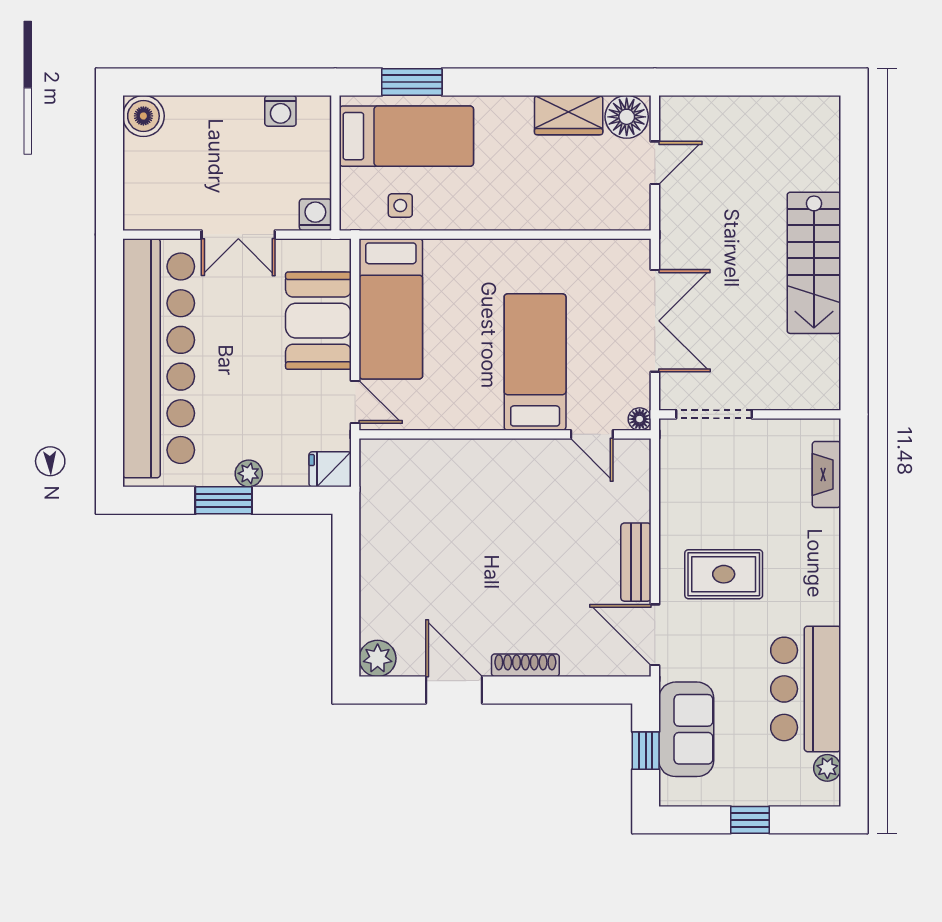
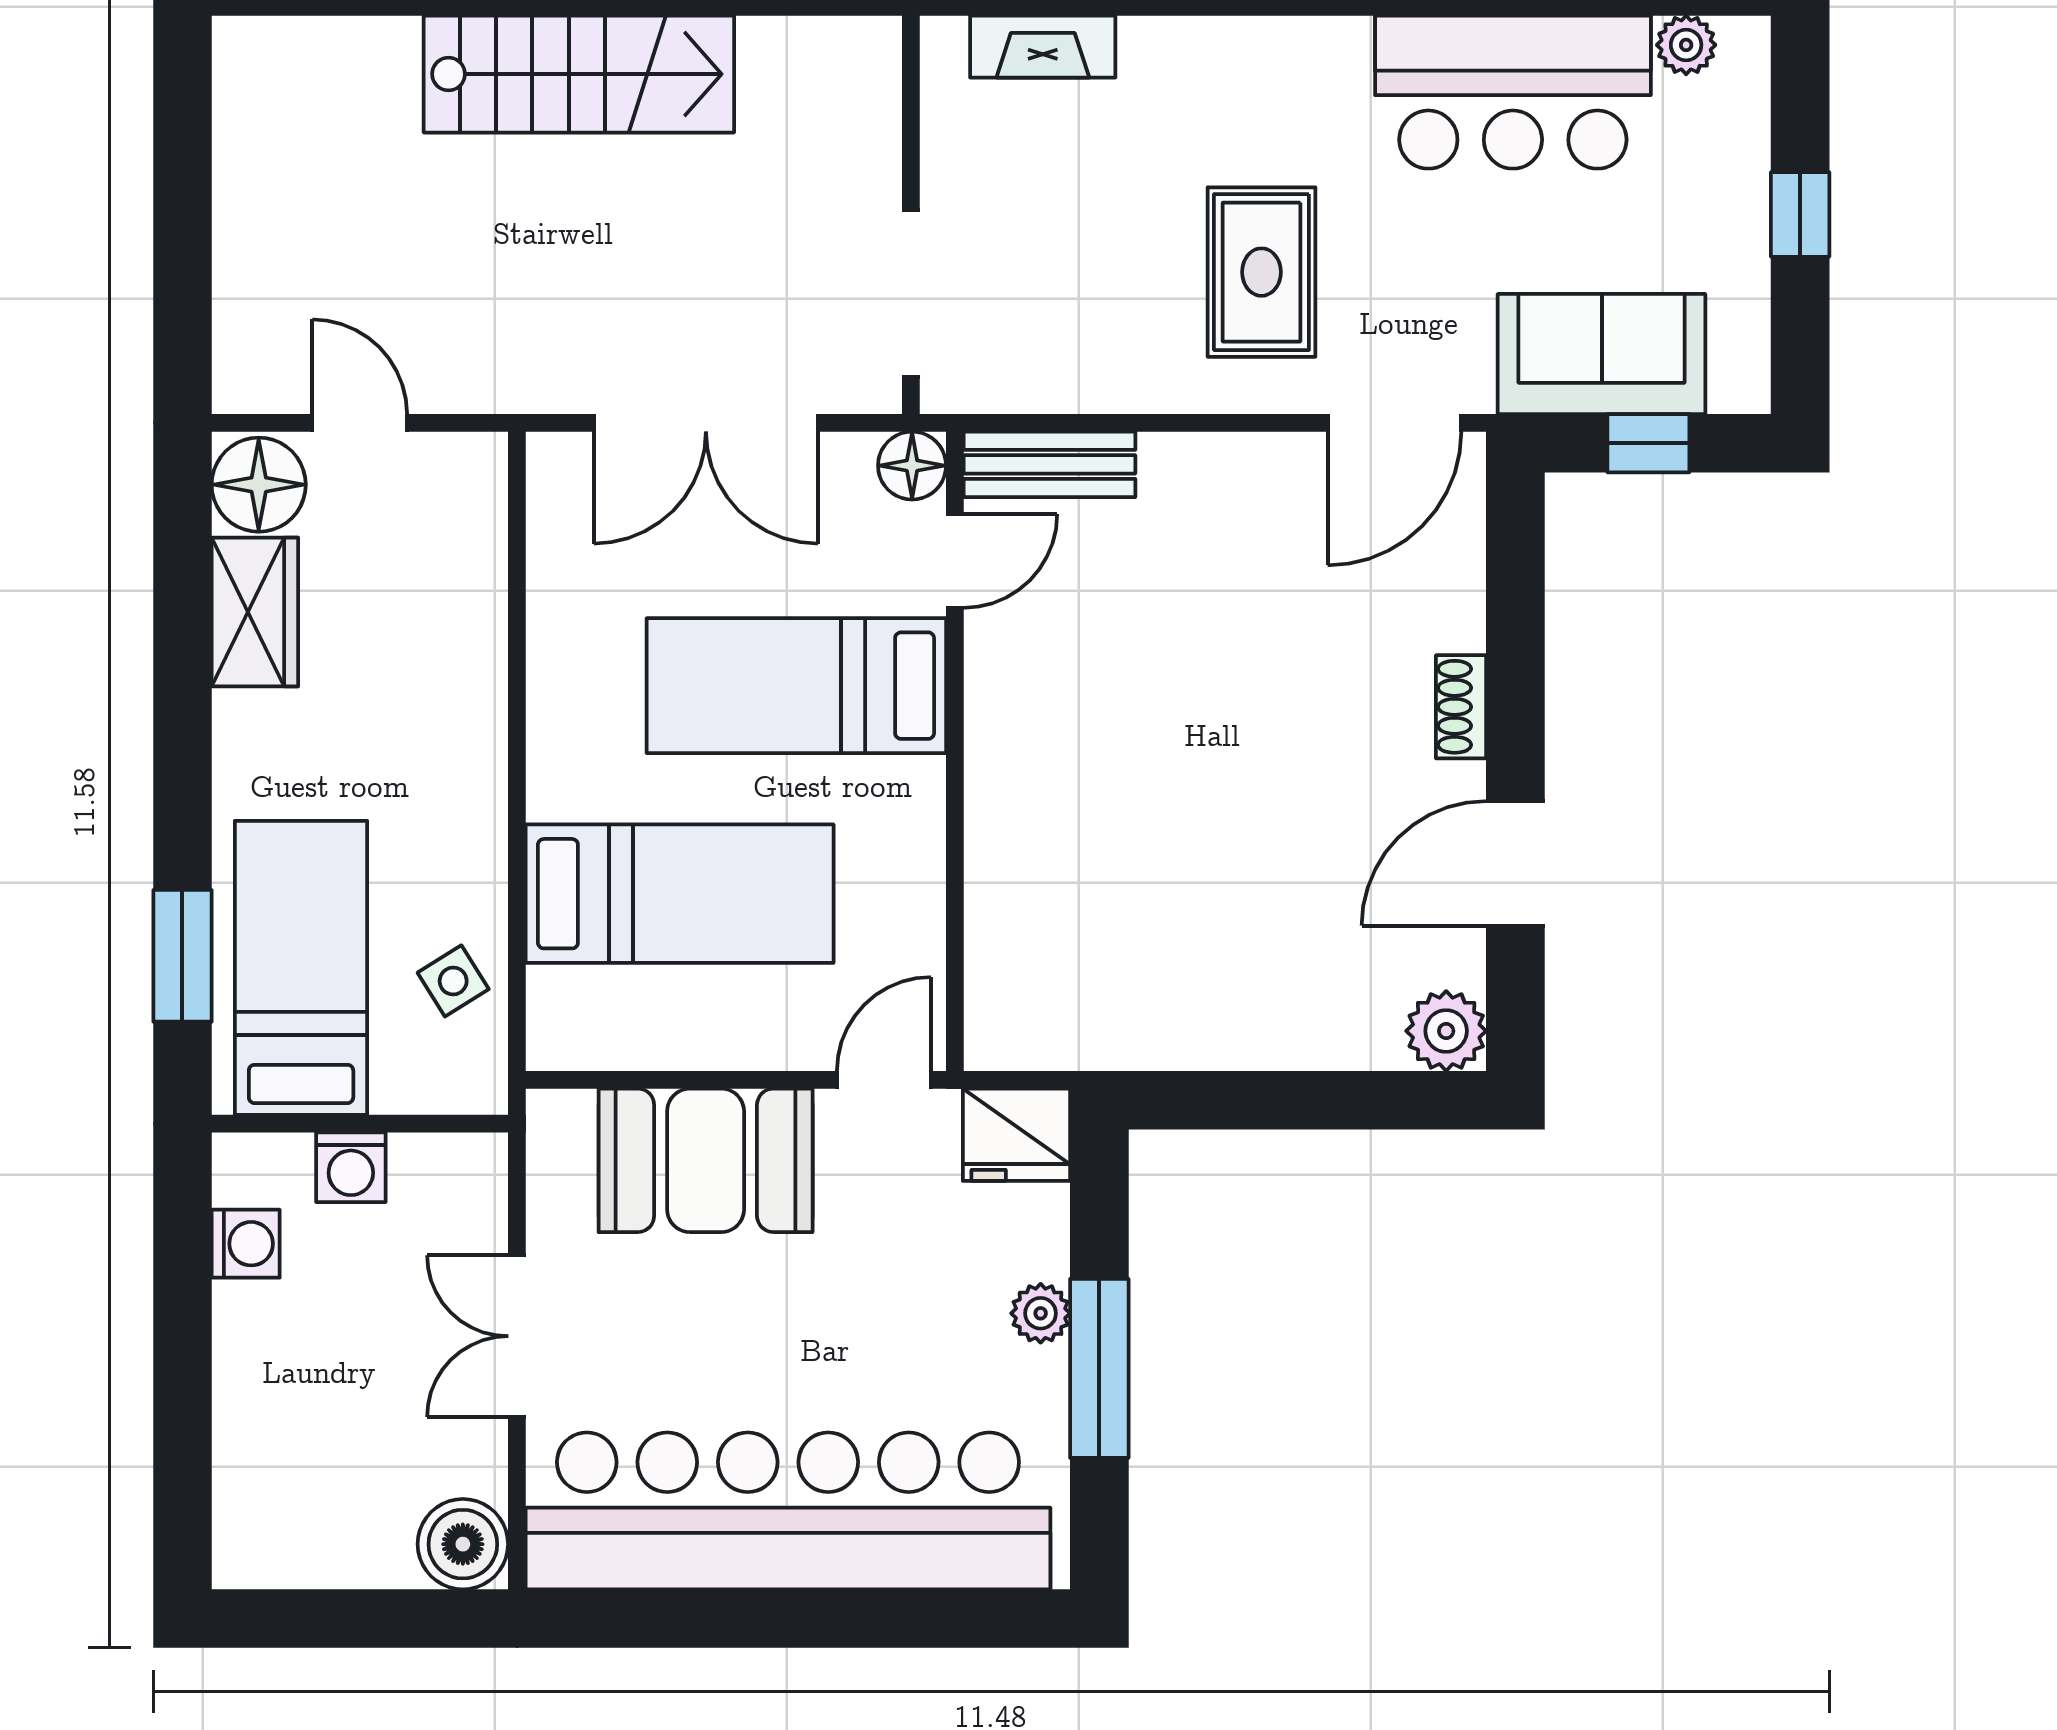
boiler: (143, 116) -> (463, 1544), moved
side table: (400, 206) -> (453, 981), turned -32
washing machine: (315, 215) -> (351, 1167), moved, turned -90
double door: (238, 235) -> (517, 1336), swing flipped
bed: (391, 309) -> (680, 894), moved
double door: (655, 321) -> (706, 423), swing flipped
floor lamp: (640, 419) -> (912, 466), width x1.37, depth x1.37
fridge: (330, 469) -> (1016, 1135), width x1.38
window: (224, 500) -> (1099, 1368), width x1.44
bench: (636, 562) -> (1049, 464), moved
shoe rack: (525, 665) -> (1461, 707), width x0.70

